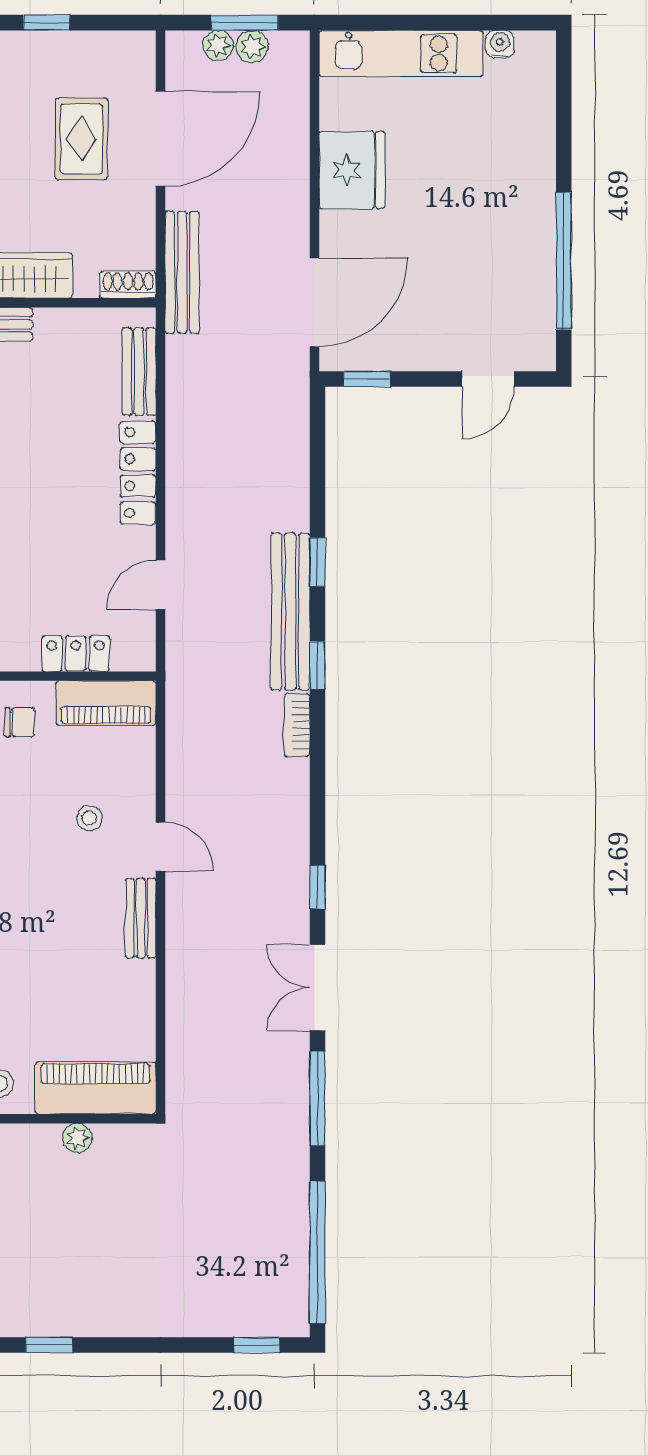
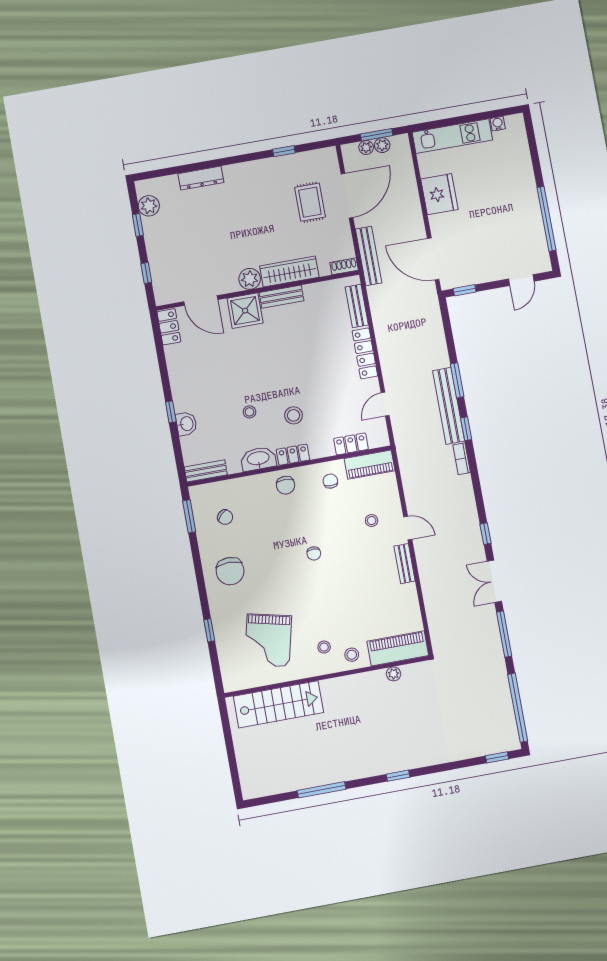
door: (314, 302) -> (433, 259), swing flipped
window: (317, 562) -> (457, 380), width x1.50
chair: (20, 722) -> (330, 481), turned -90

